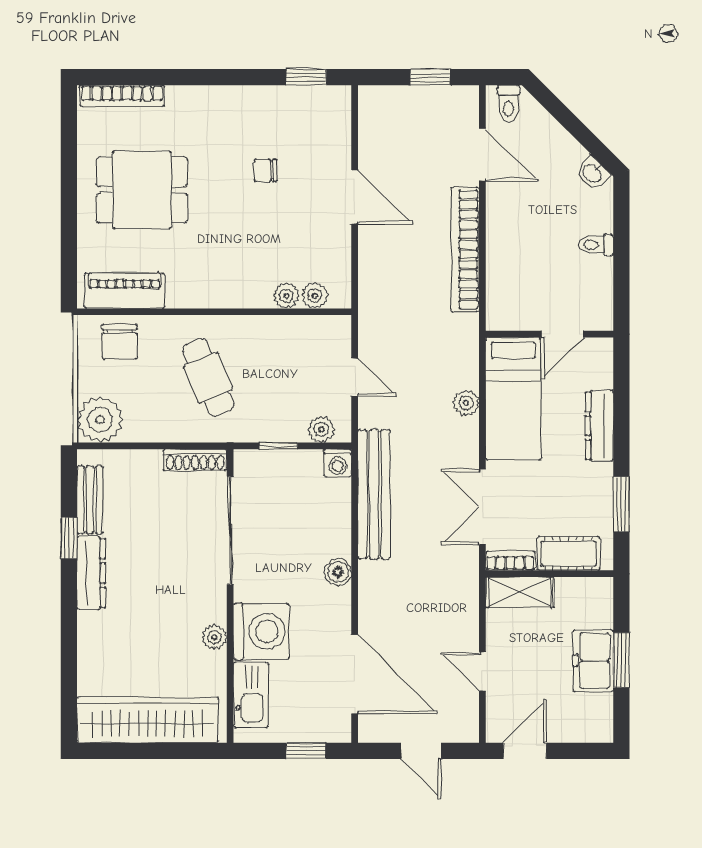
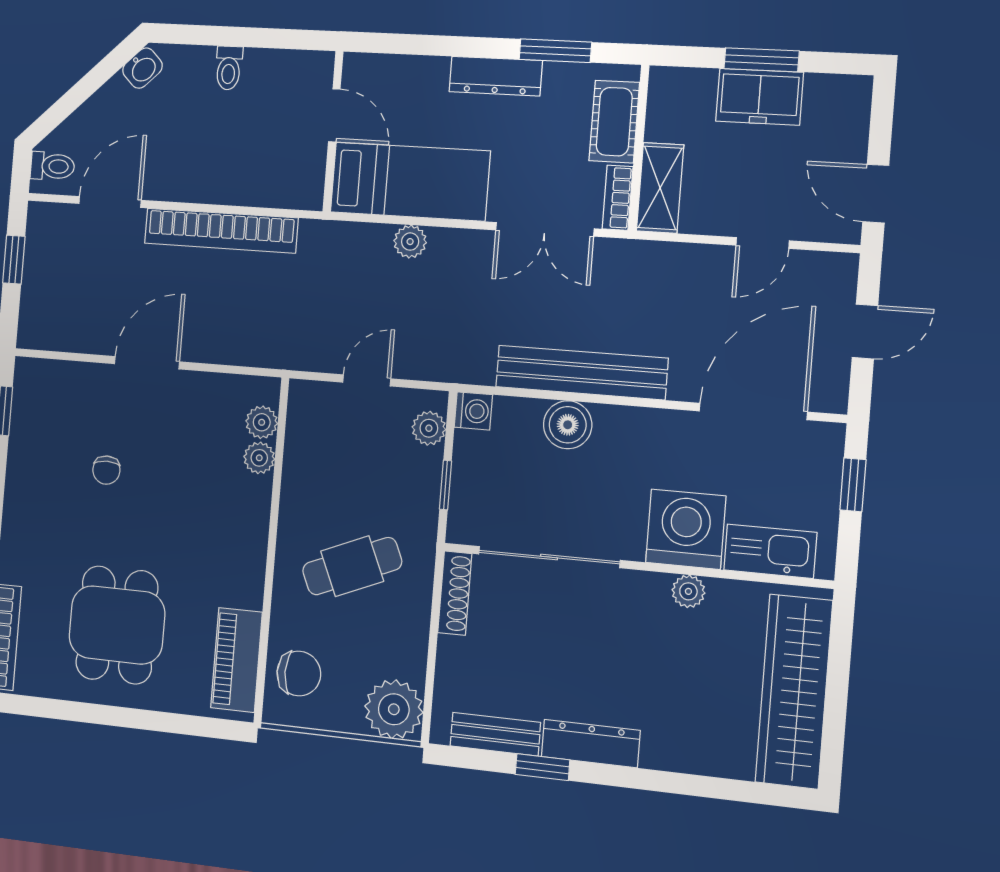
dresser: (599, 426) -> (496, 76), moved
bench: (374, 494) -> (581, 373), moved
boiler: (338, 572) -> (568, 425), moved, width x1.36, depth x1.36

